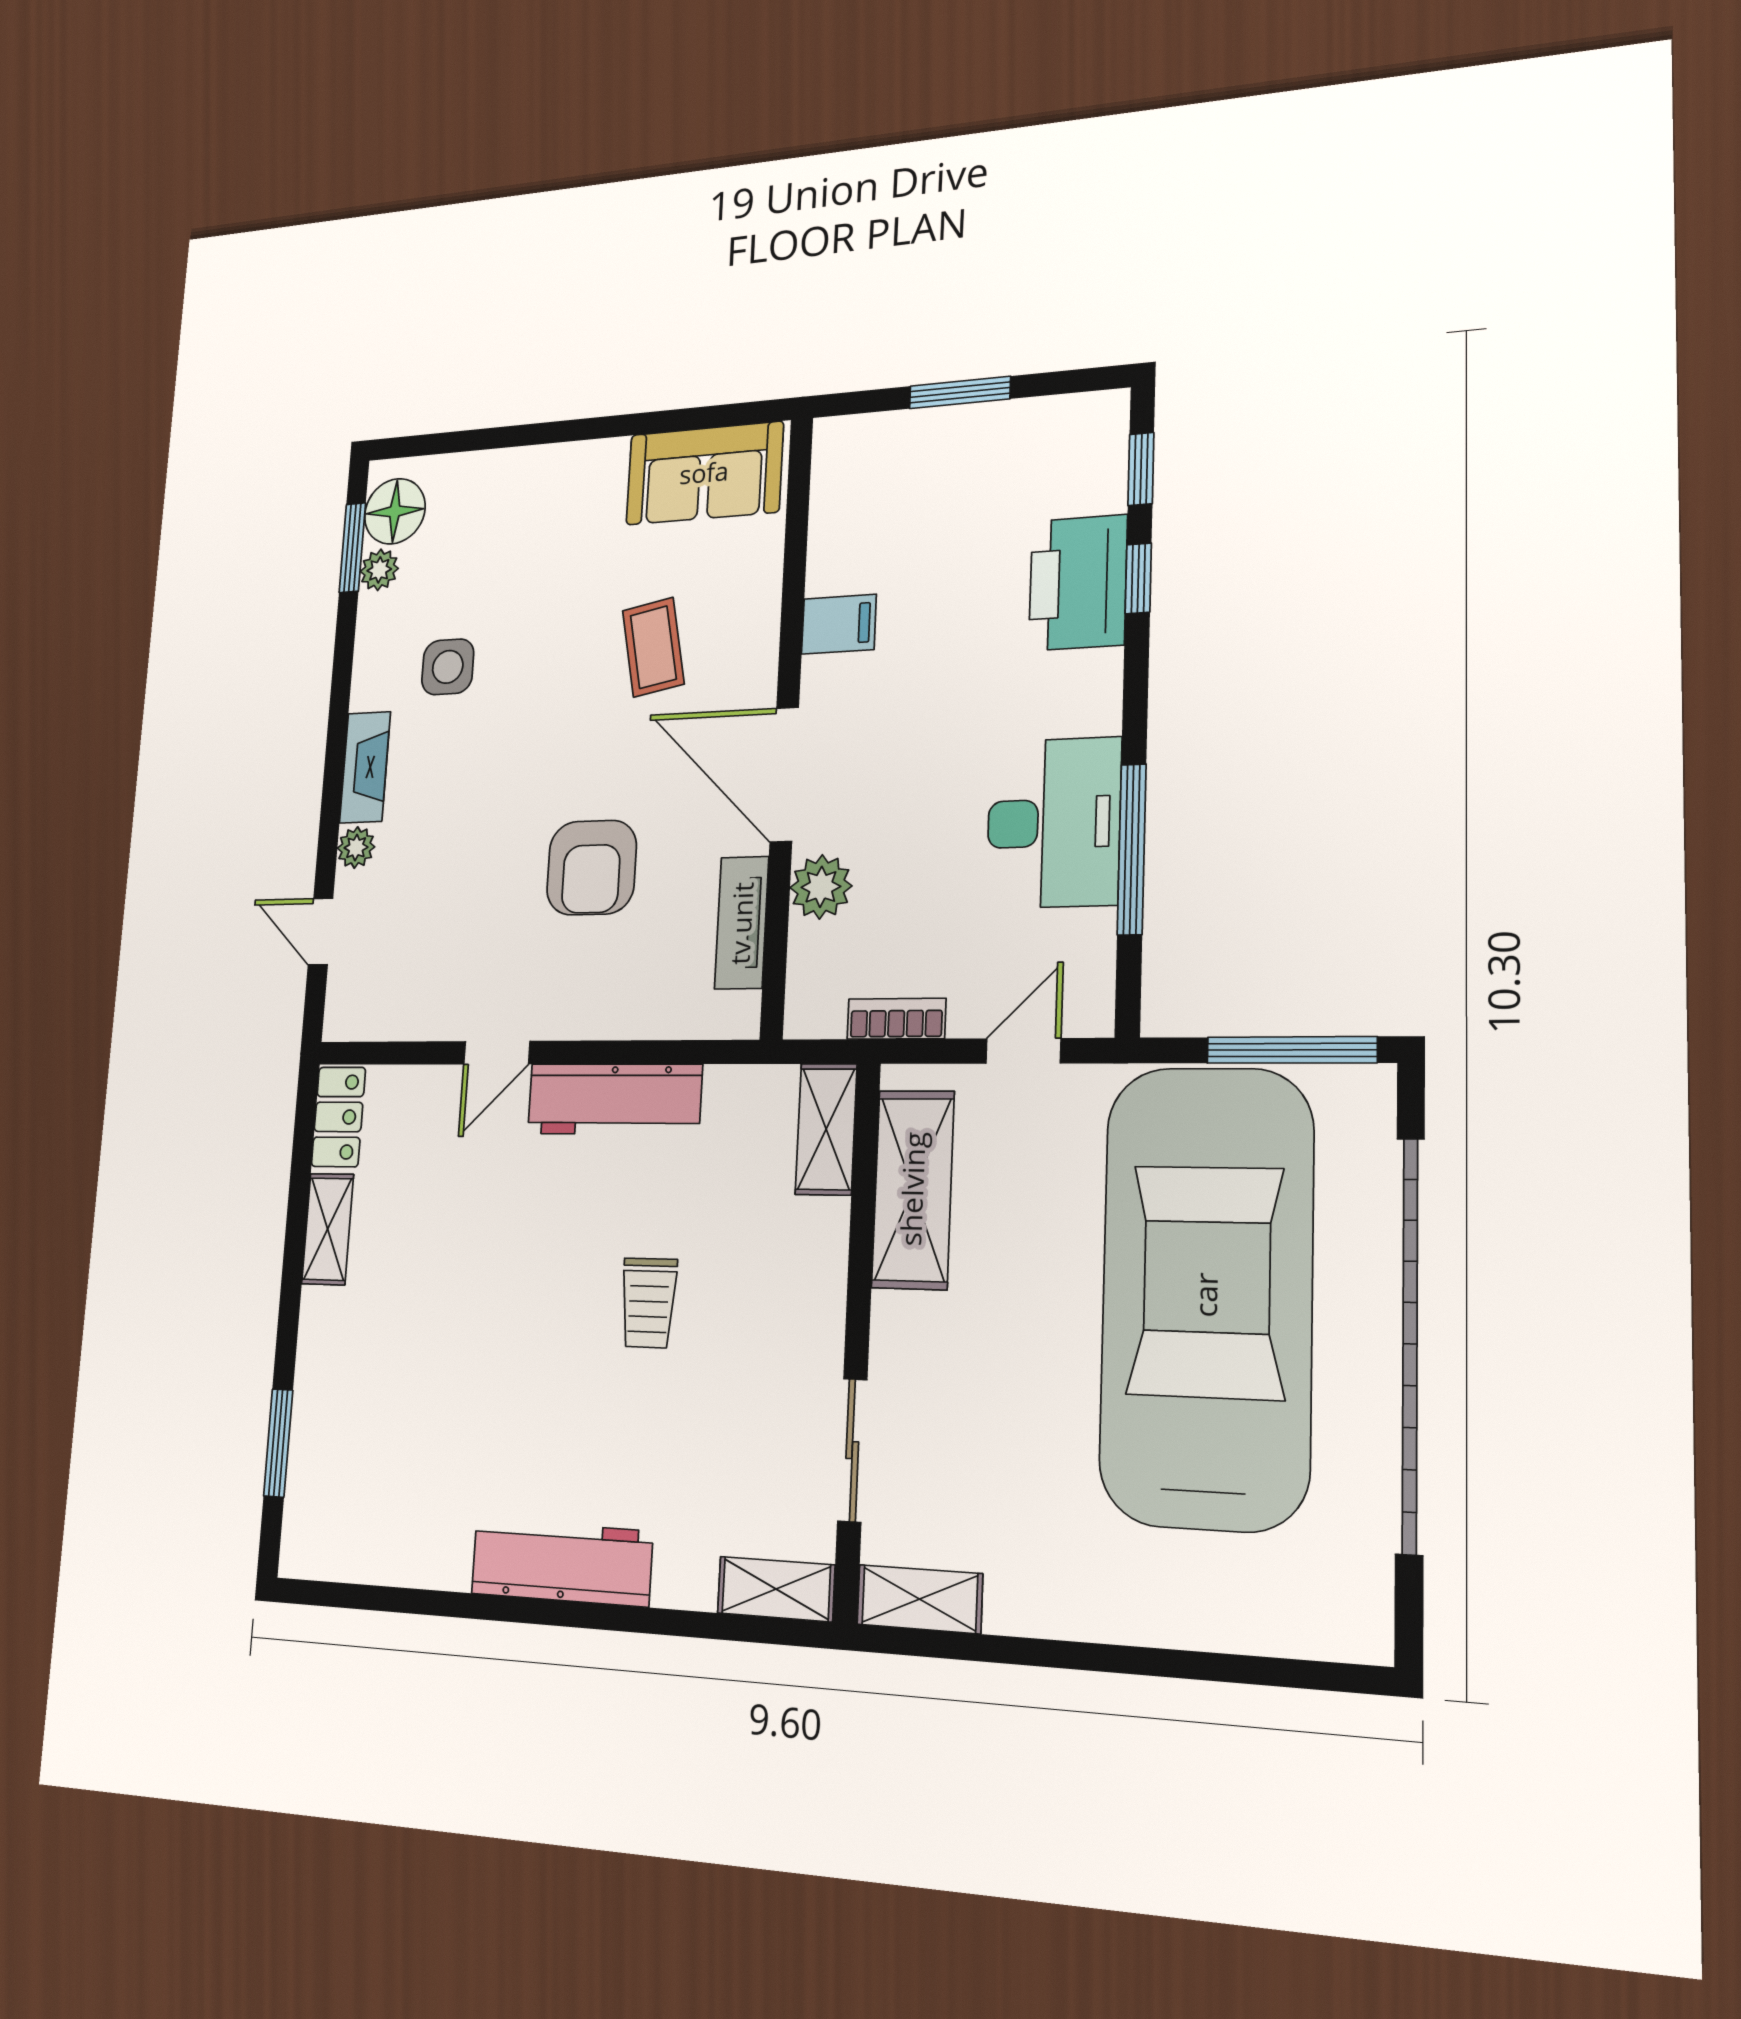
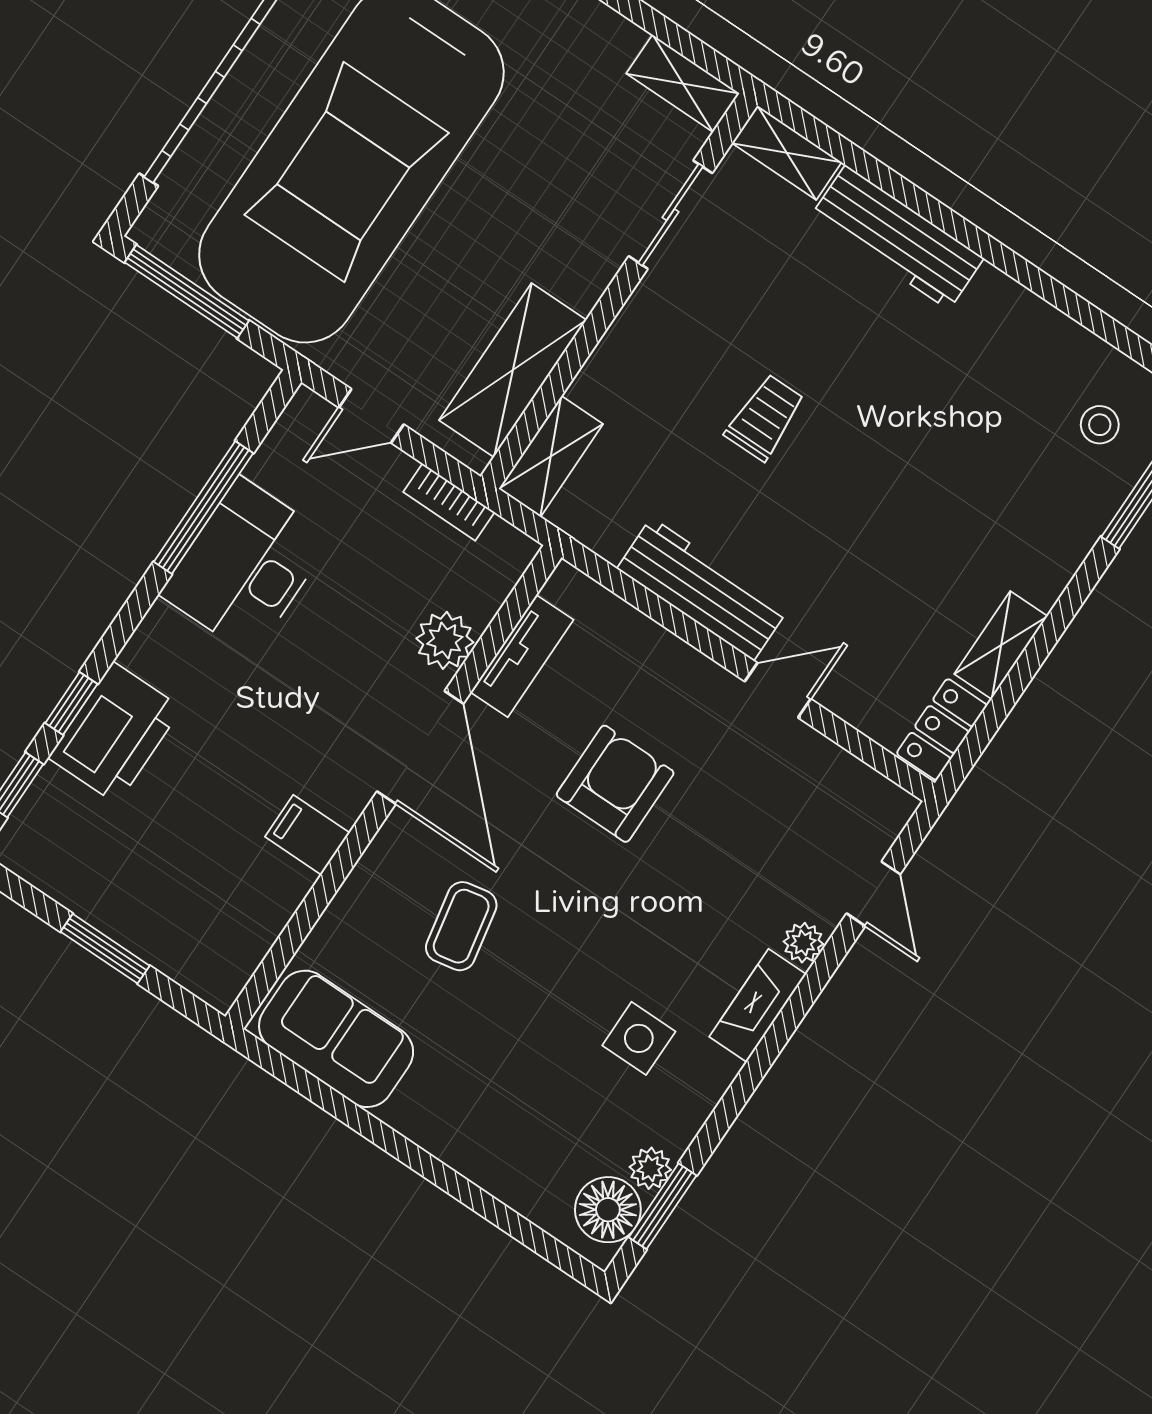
stool: (347, 1498) -> (1100, 425), added
workbench: (561, 1563) -> (897, 237), moved

